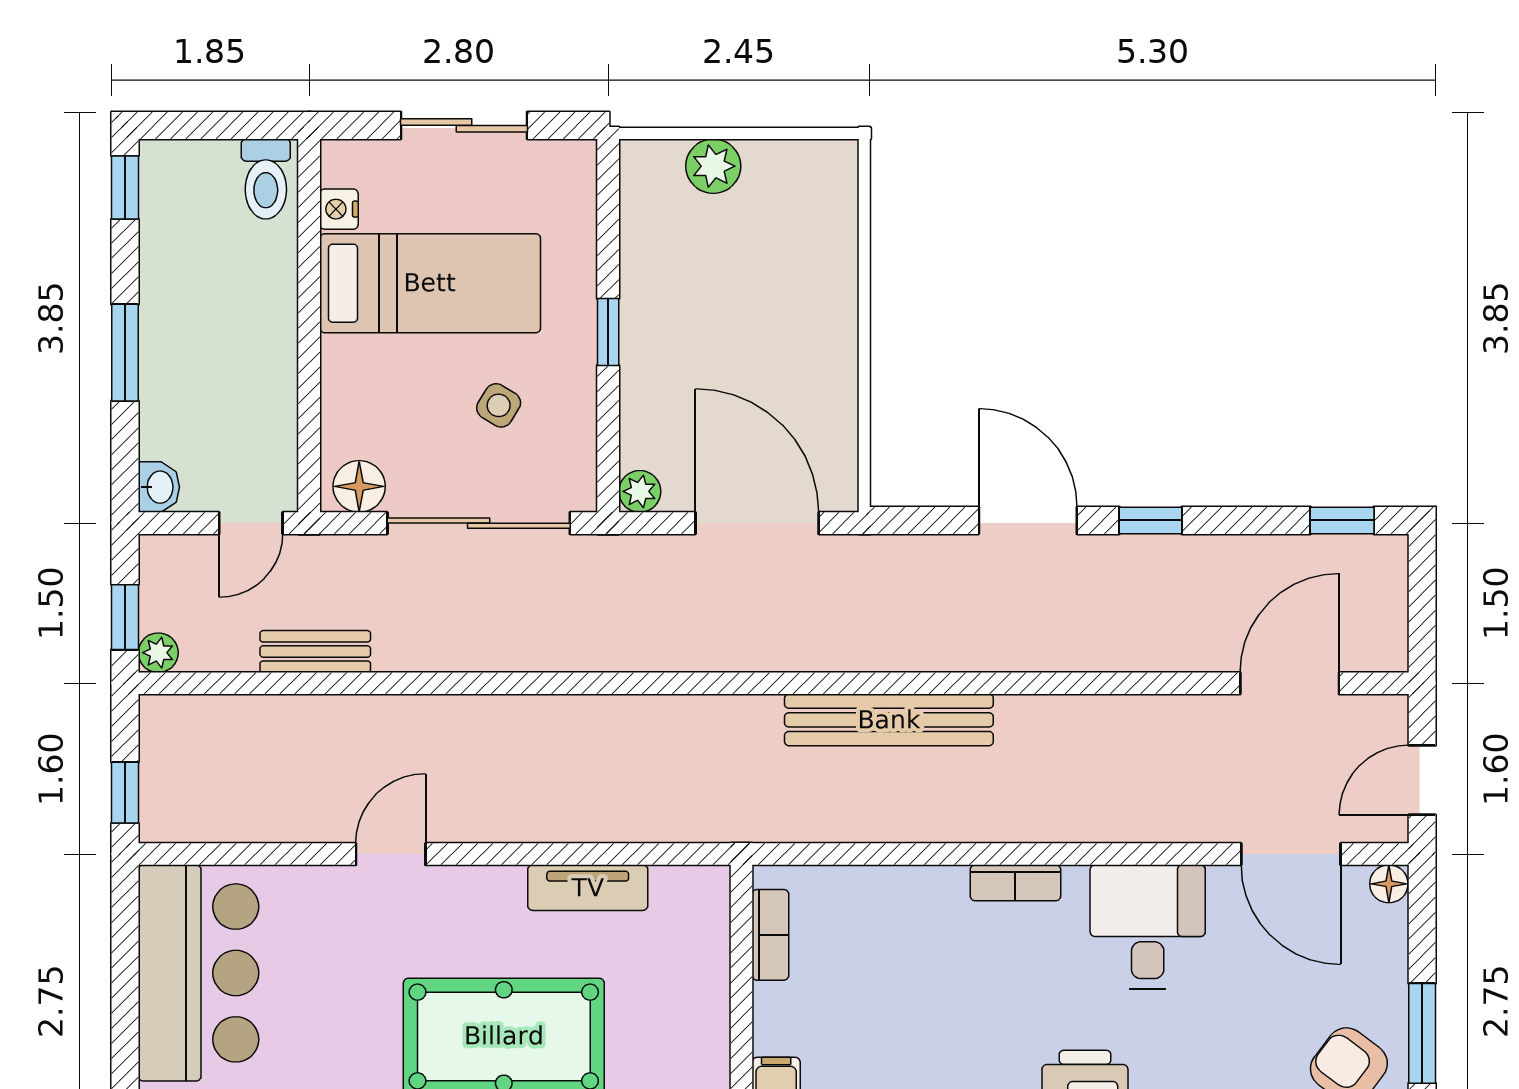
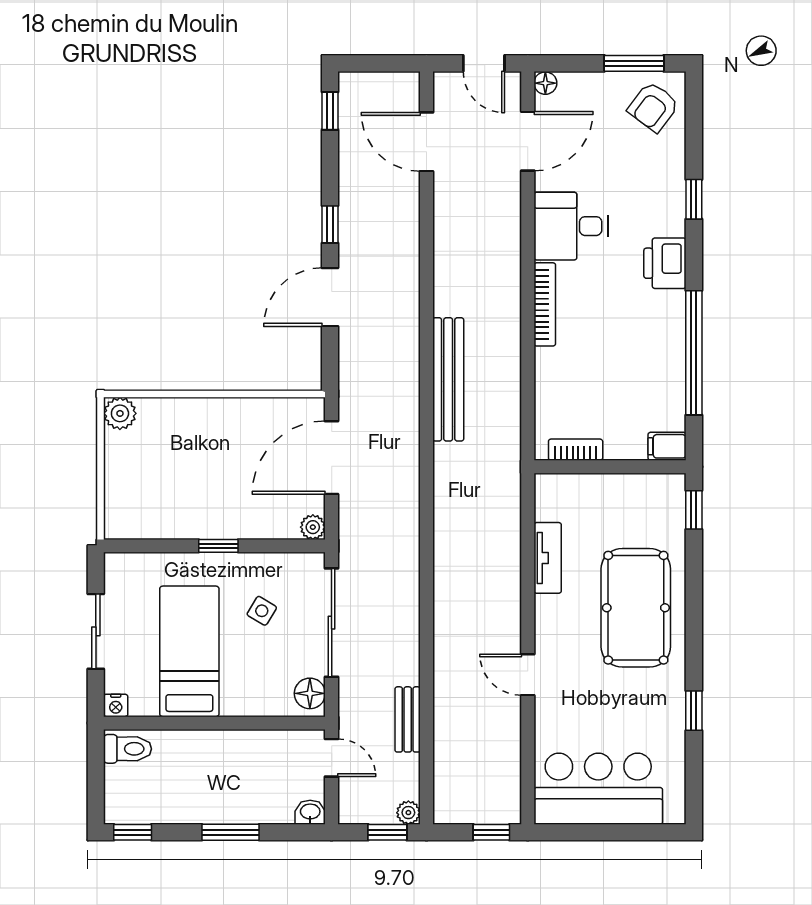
plant: (713, 166) -> (120, 413), moved
nightstand: (339, 209) -> (116, 705), moved
bookcase: (1015, 883) -> (545, 304), width x1.56

